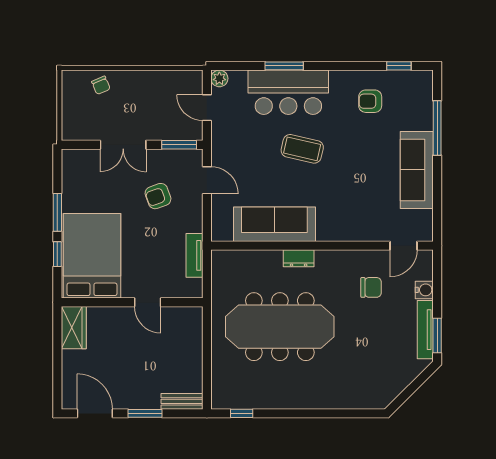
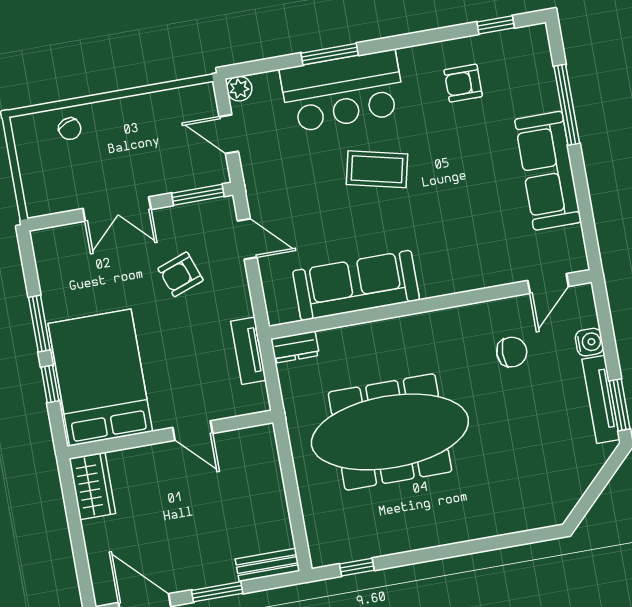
dresser: (299, 258) -> (295, 347), moved

